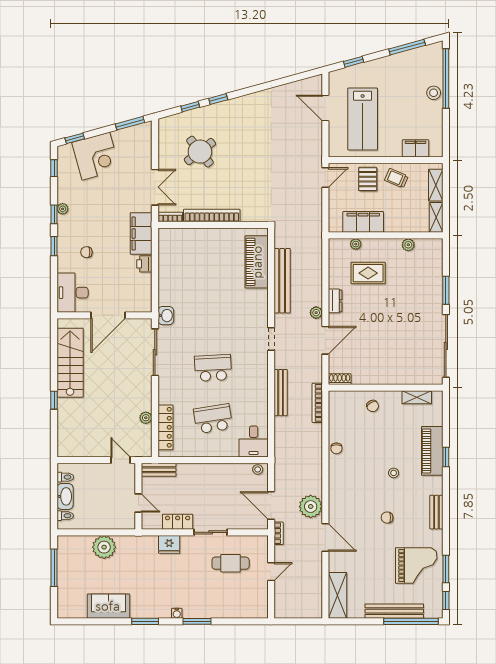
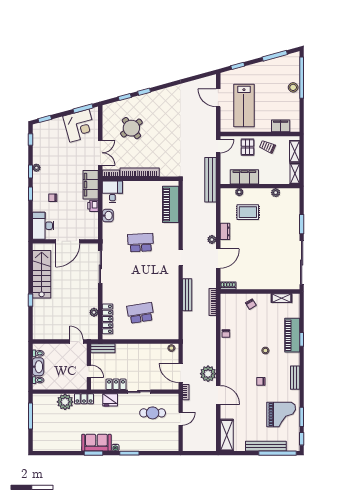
corner desk: (96, 156) -> (79, 126), moved
bench: (282, 281) -> (211, 180), moved
washbasin: (166, 316) -> (108, 216), moved
school desk: (213, 368) -> (140, 243), moved
desk: (254, 441) -> (112, 192), moved, turned 180
locker: (131, 543) -> (84, 399), added
sofa: (108, 606) -> (96, 443), moved

